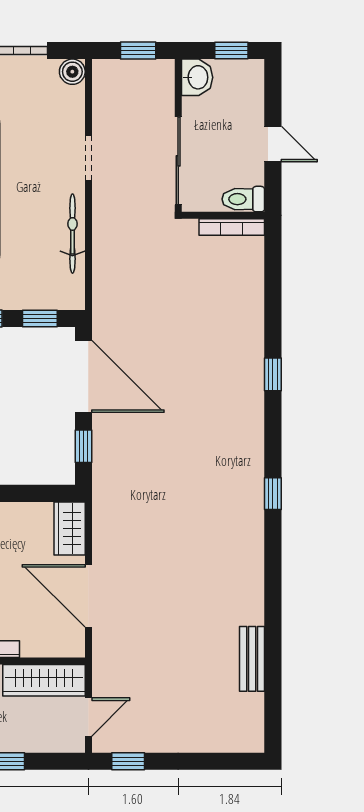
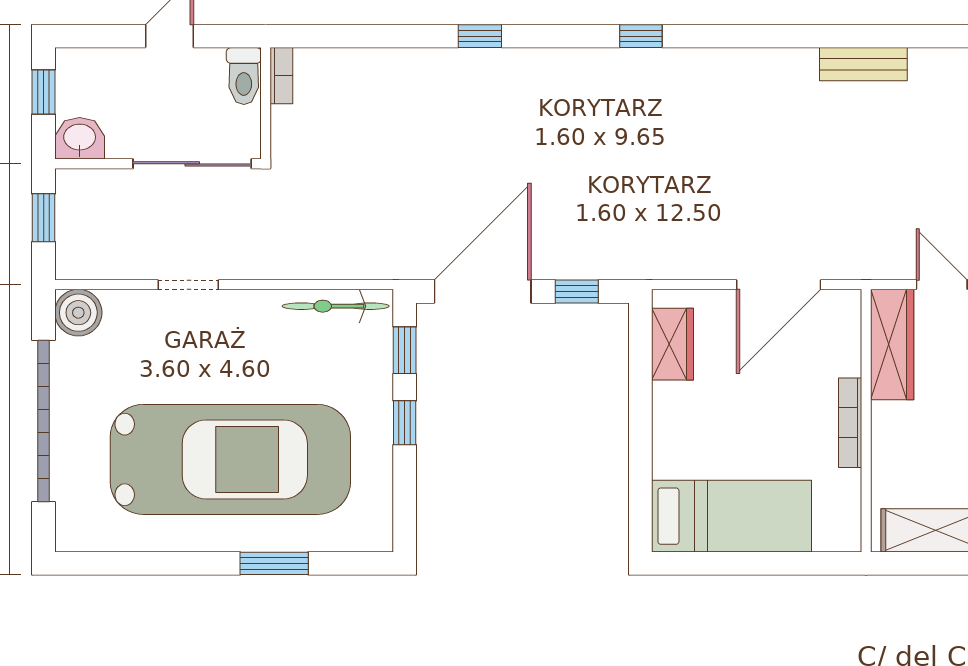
boiler: (72, 72) -> (78, 313), width x1.36, depth x1.36
bookcase: (232, 227) -> (281, 76), width x0.64
bicycle: (72, 234) -> (336, 306), moved
wardrobe: (70, 528) -> (673, 344), moved, turned -90

